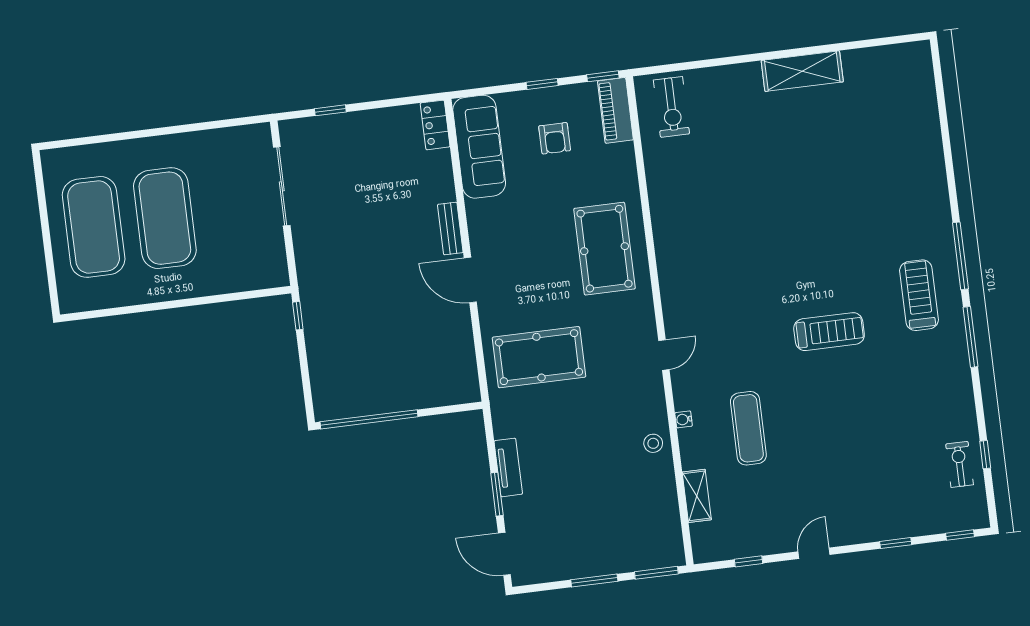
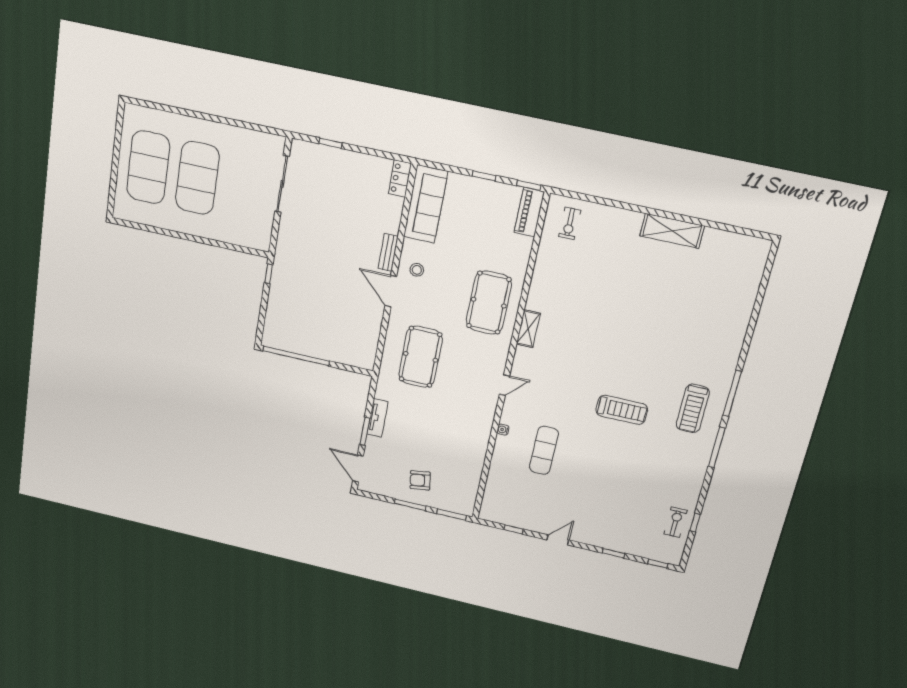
exercise bike: (671, 107) -> (570, 223), width x0.73, depth x0.72
armchair: (555, 138) -> (420, 480), moved, turned 81
treadmill: (919, 295) -> (693, 409), turned 180
pool table: (539, 357) -> (421, 357), turned 90
stool: (653, 443) -> (417, 270), moved
shelving: (697, 496) -> (528, 329), moved

